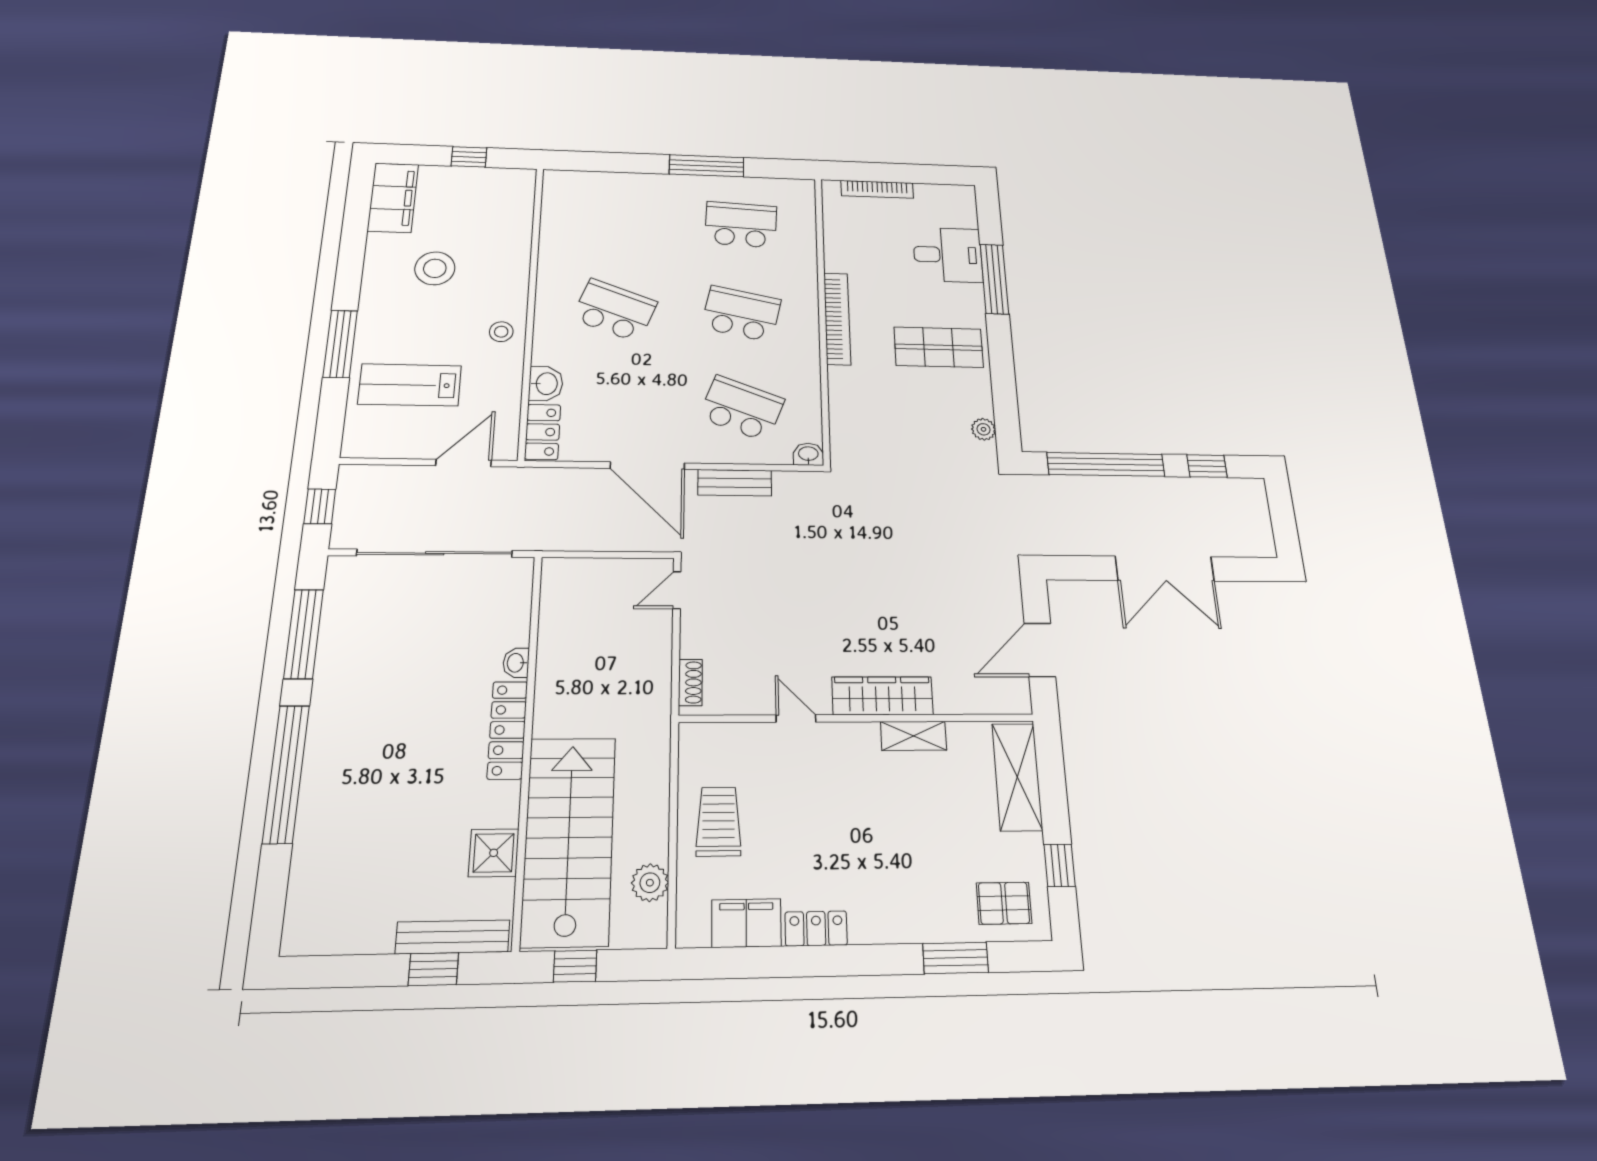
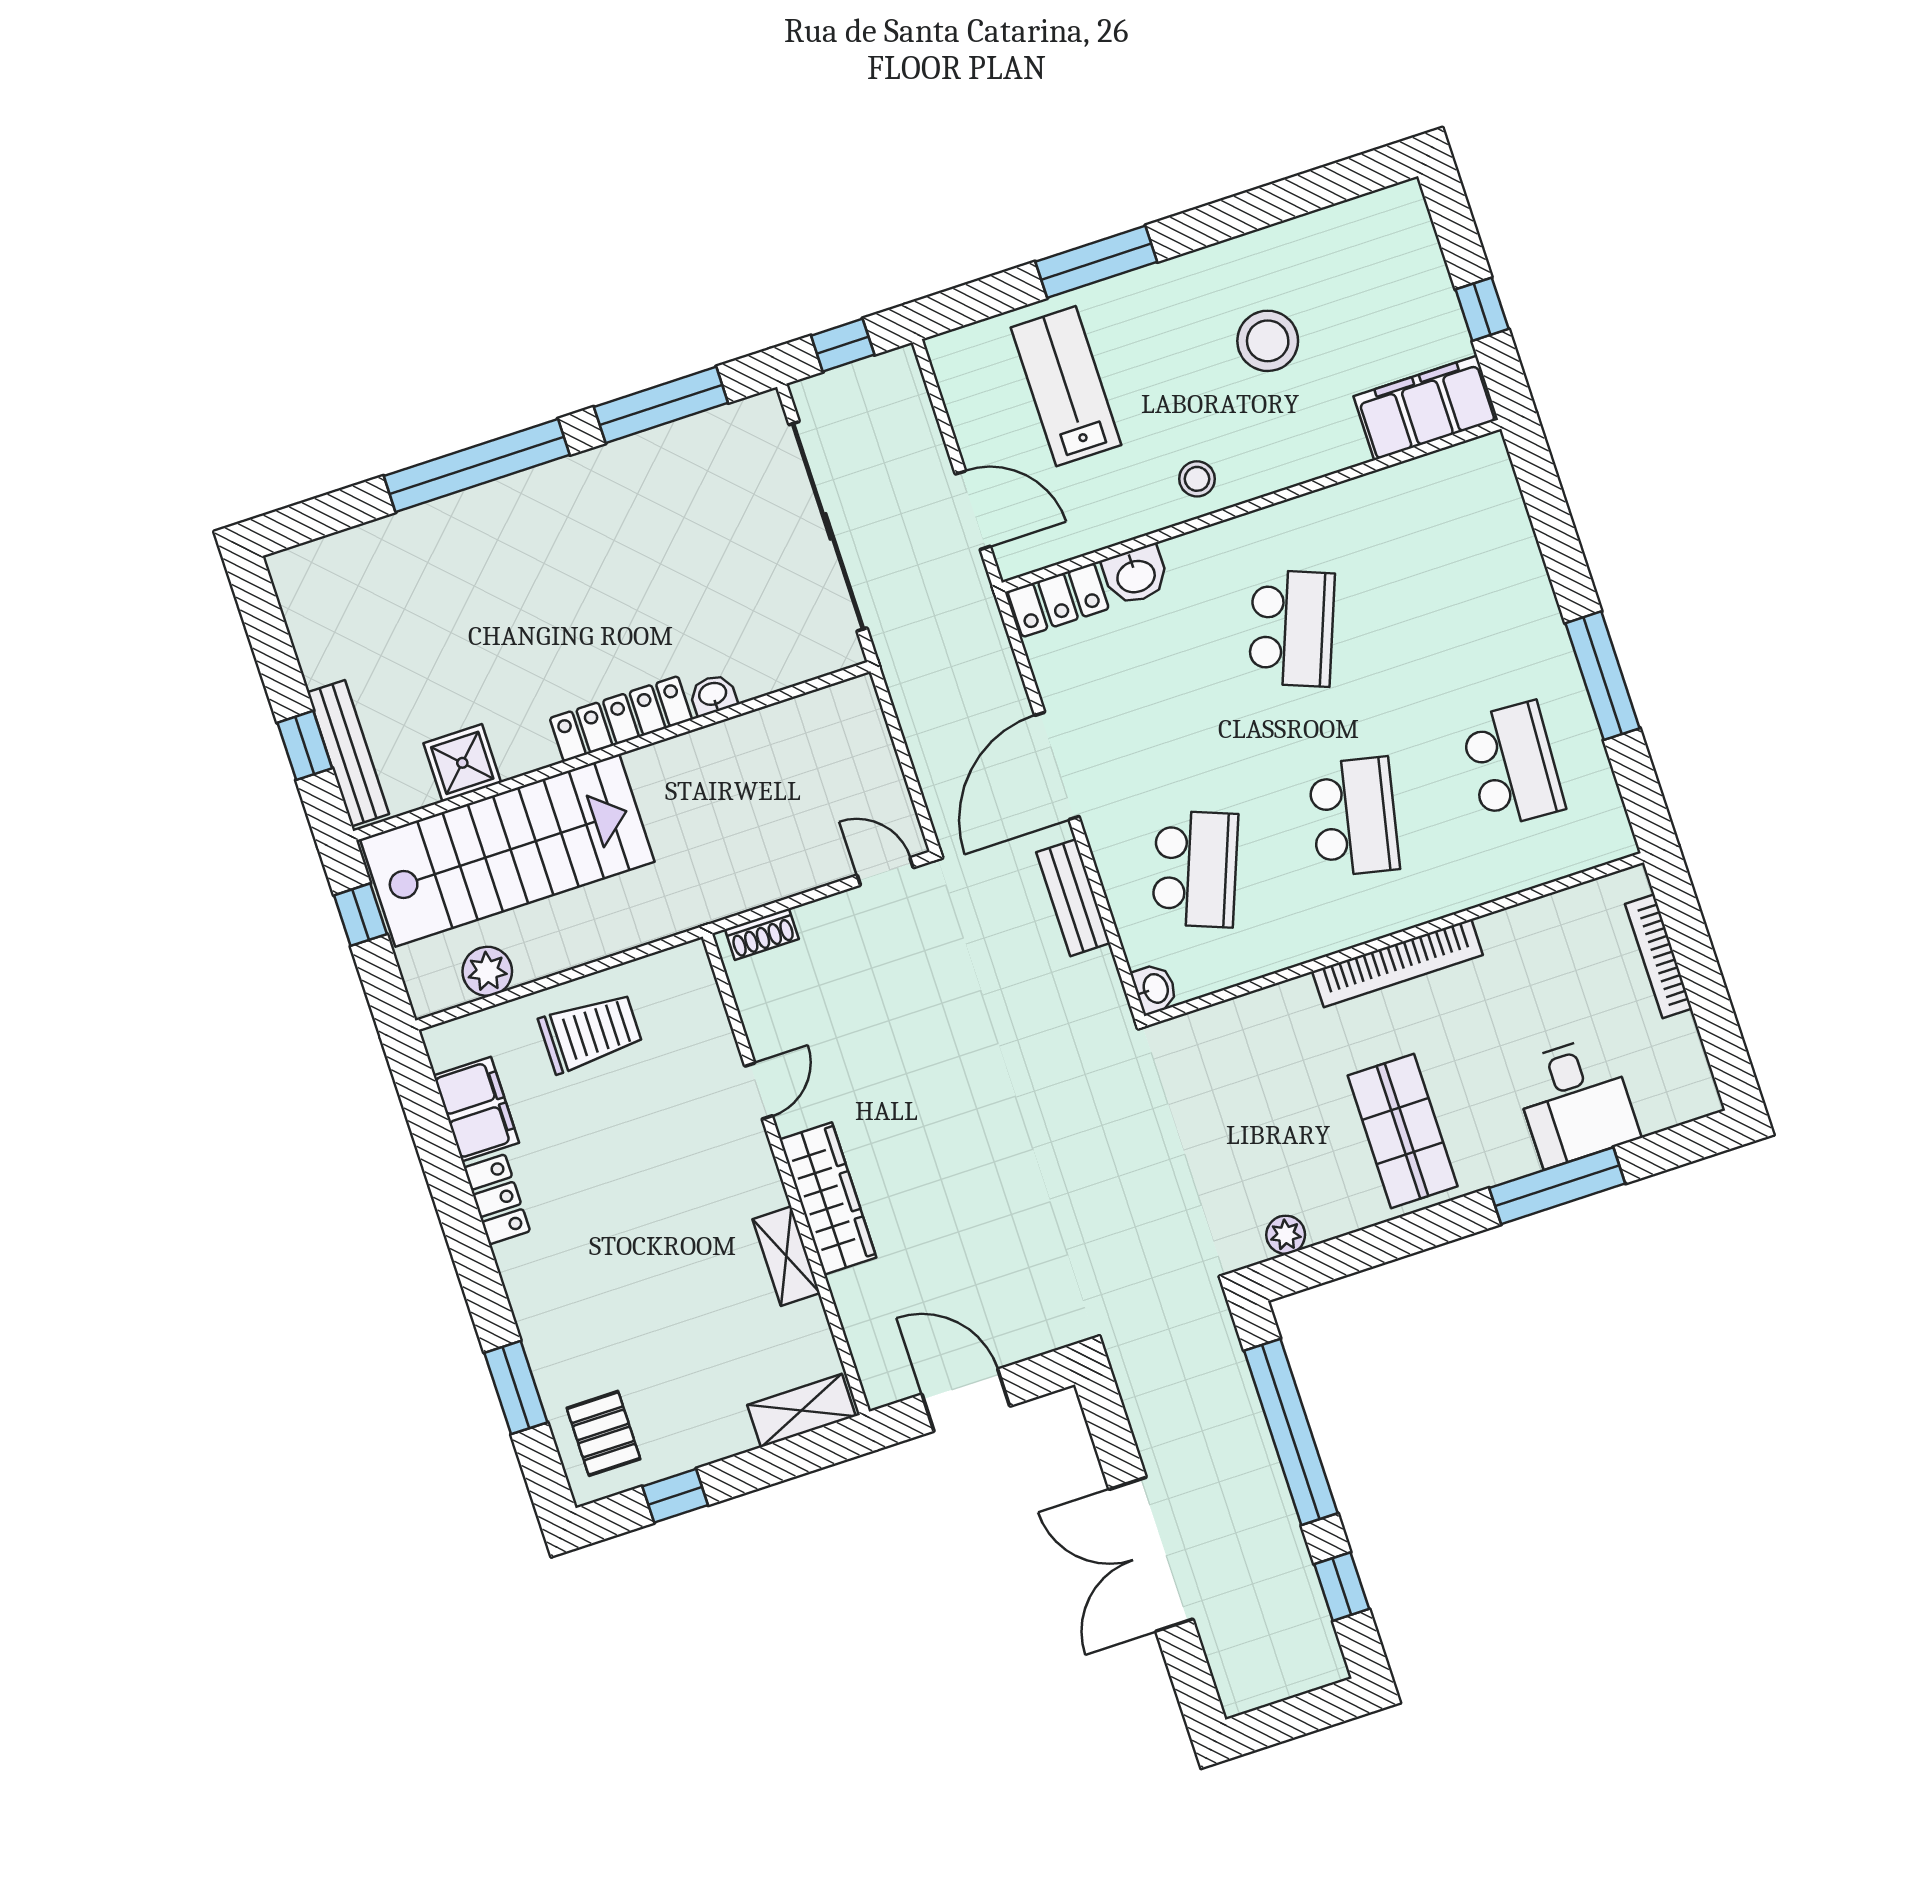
filing cabinet: (393, 198) -> (1426, 408), moved, turned 180
shelving: (1017, 777) -> (802, 1411), width x0.67, depth x0.75

